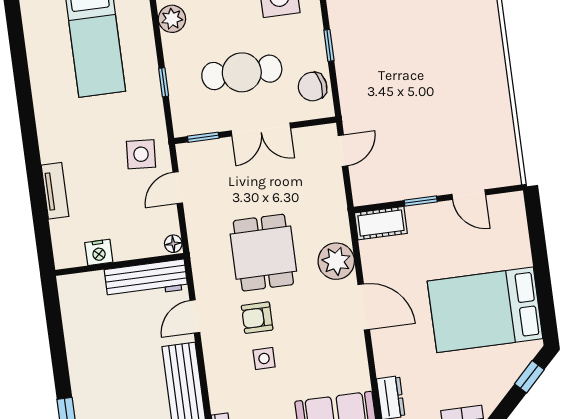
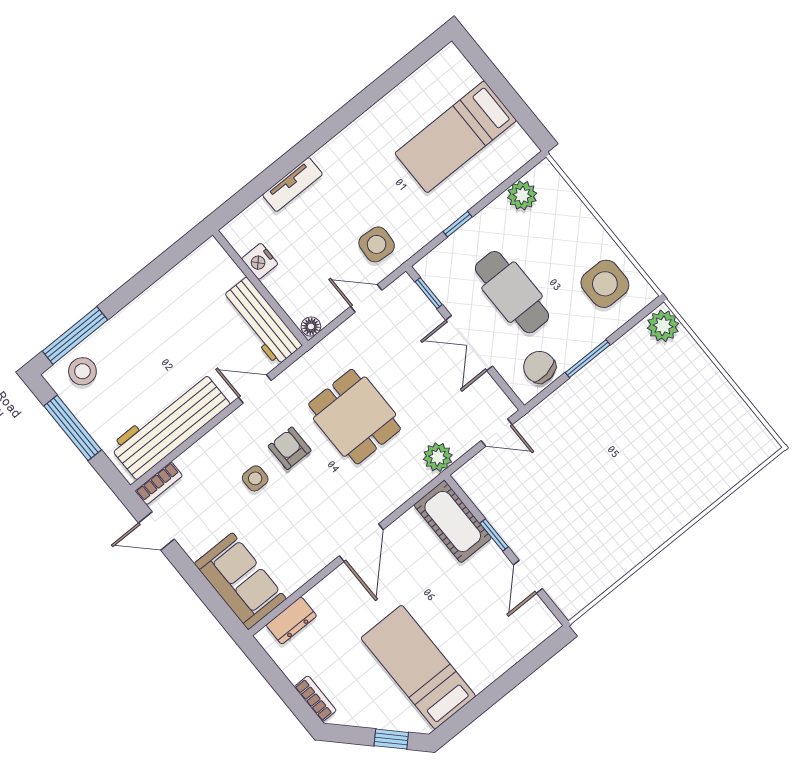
window: (329, 45) -> (588, 359), width x1.50
cot: (381, 223) -> (453, 521), width x1.37, depth x1.34
dining table: (263, 253) -> (355, 417), turned 90
plant: (336, 261) -> (438, 457), moved, width x0.73, depth x0.73
bed: (485, 310) -> (418, 667), width x0.67

